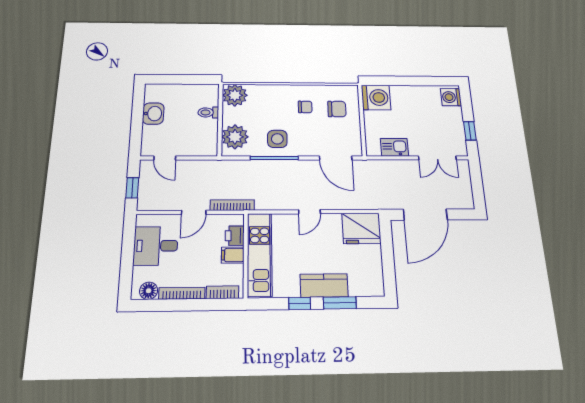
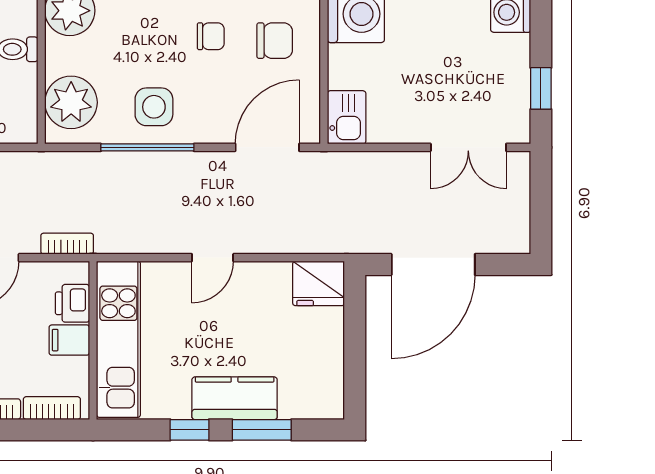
kitchen sink: (394, 147) -> (347, 117), moved, turned 90
door: (336, 158) -> (267, 147), swing flipped
bookcase: (232, 205) -> (67, 244), width x0.64
fridge: (361, 228) -> (319, 283), width x0.73, depth x0.75

